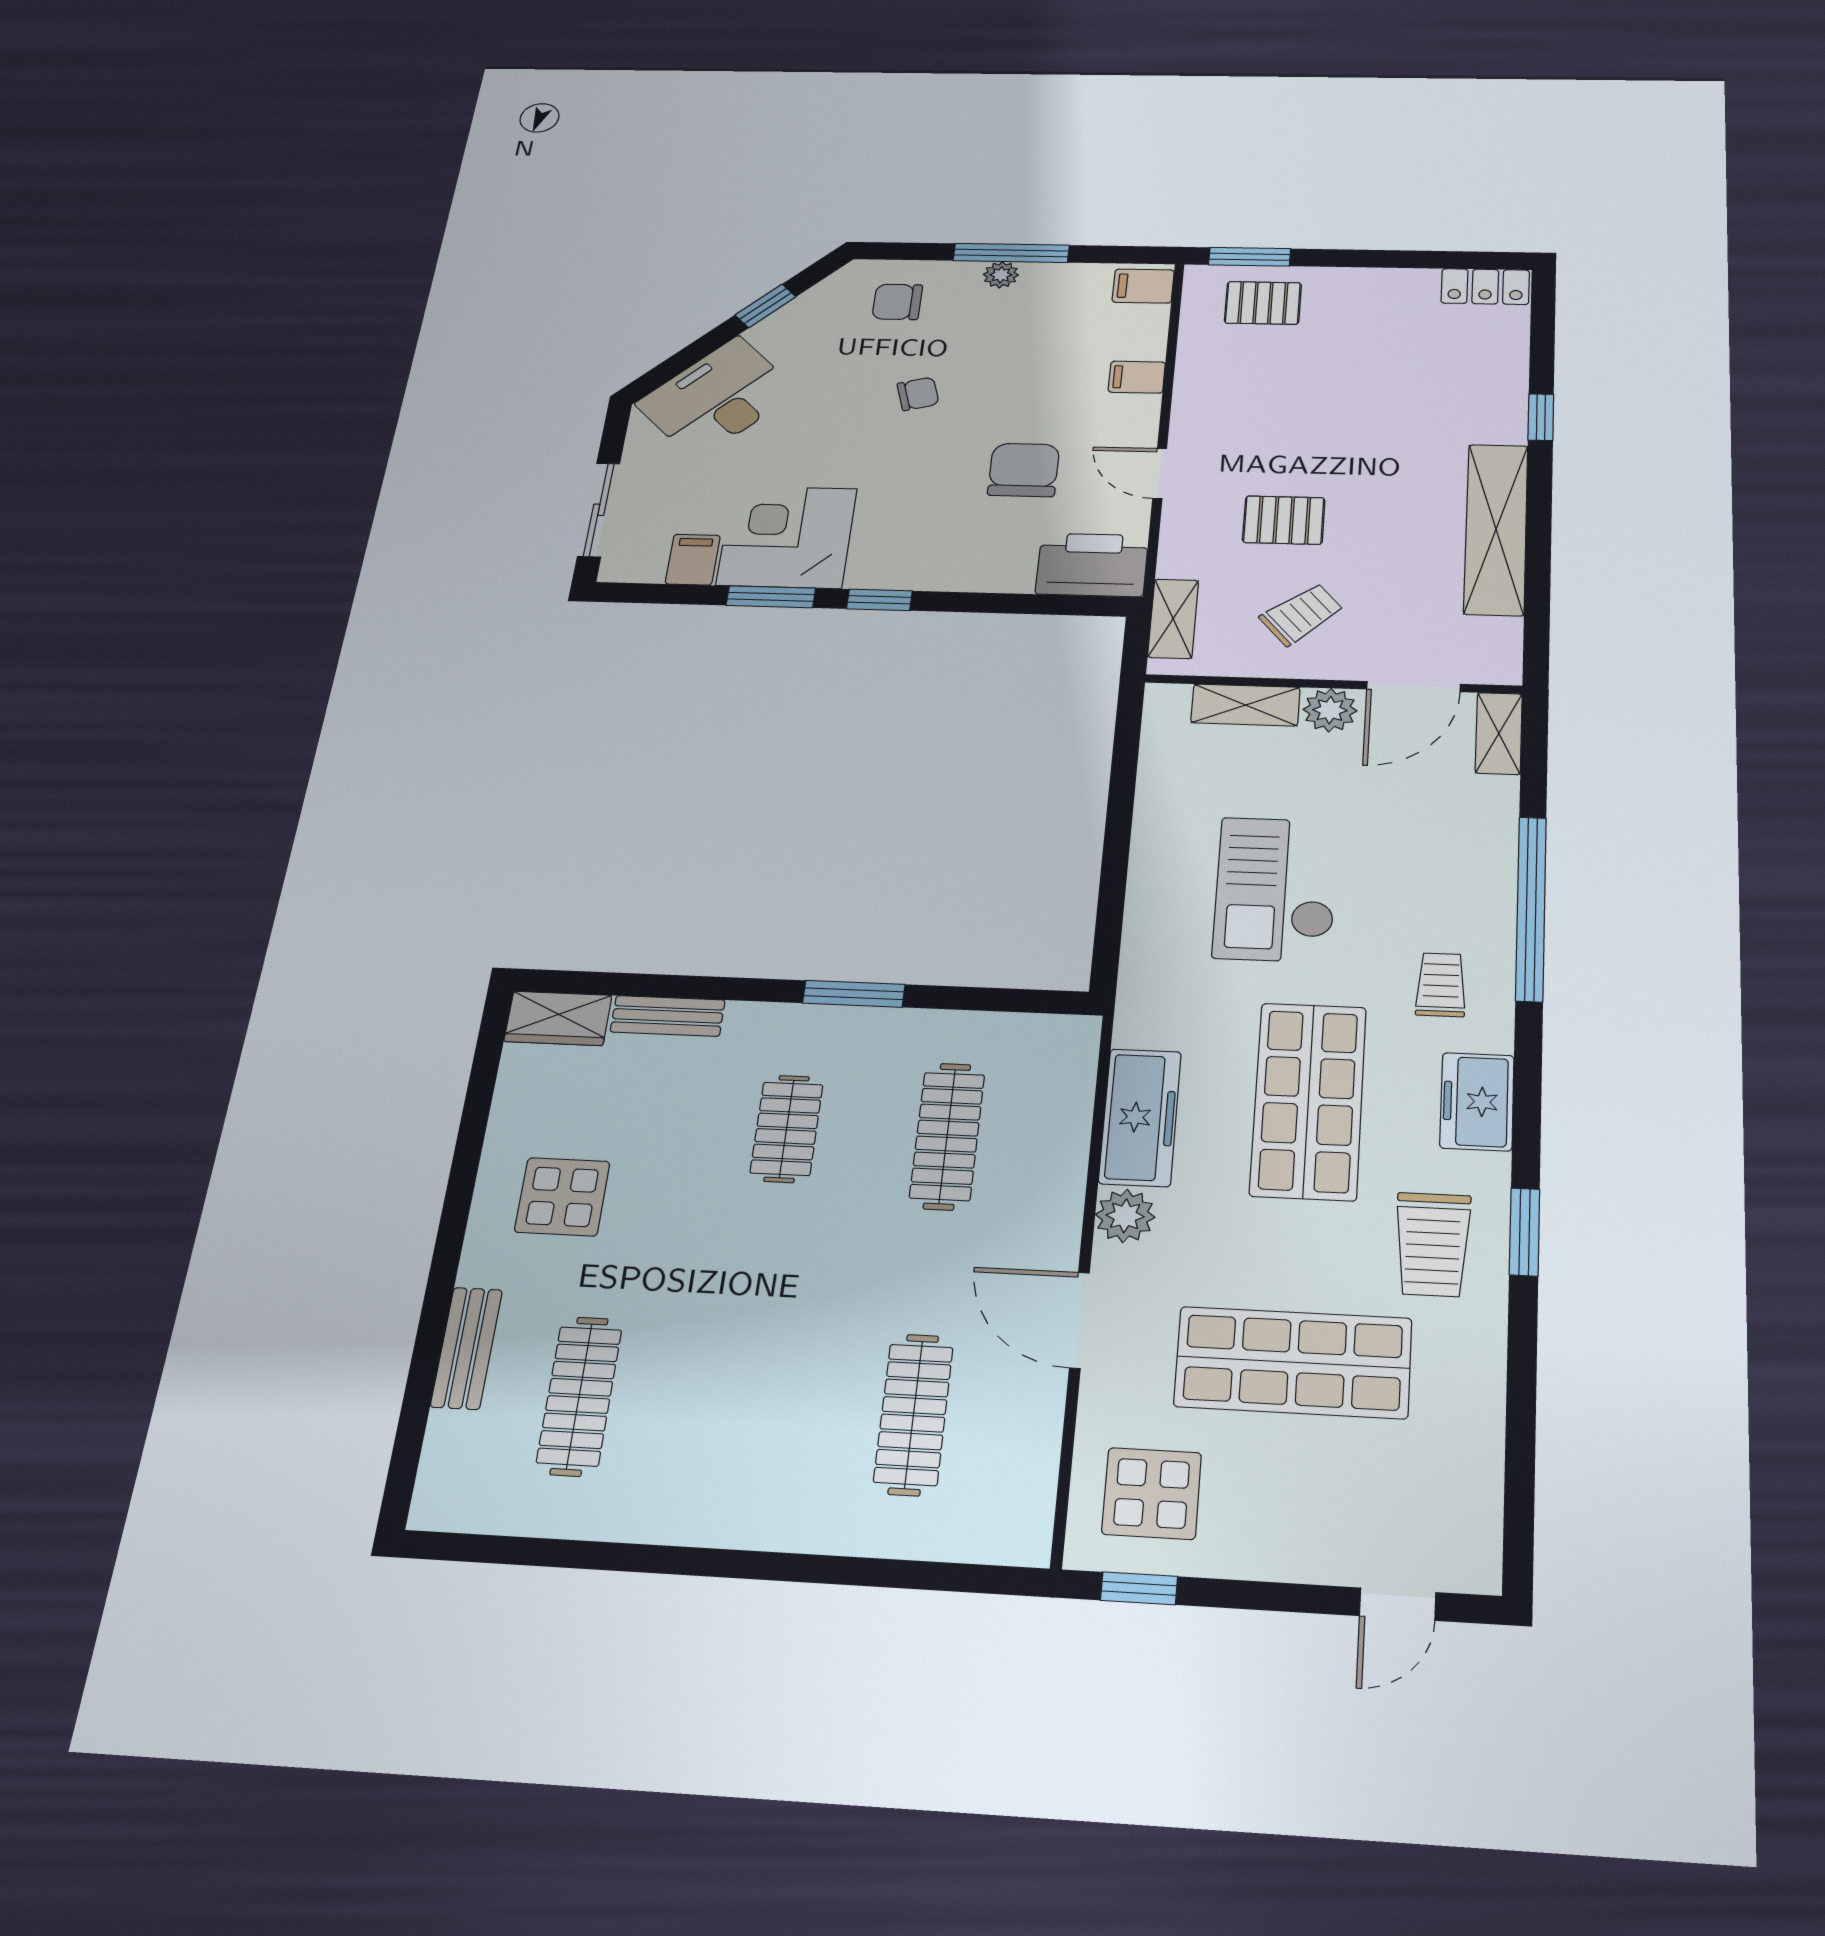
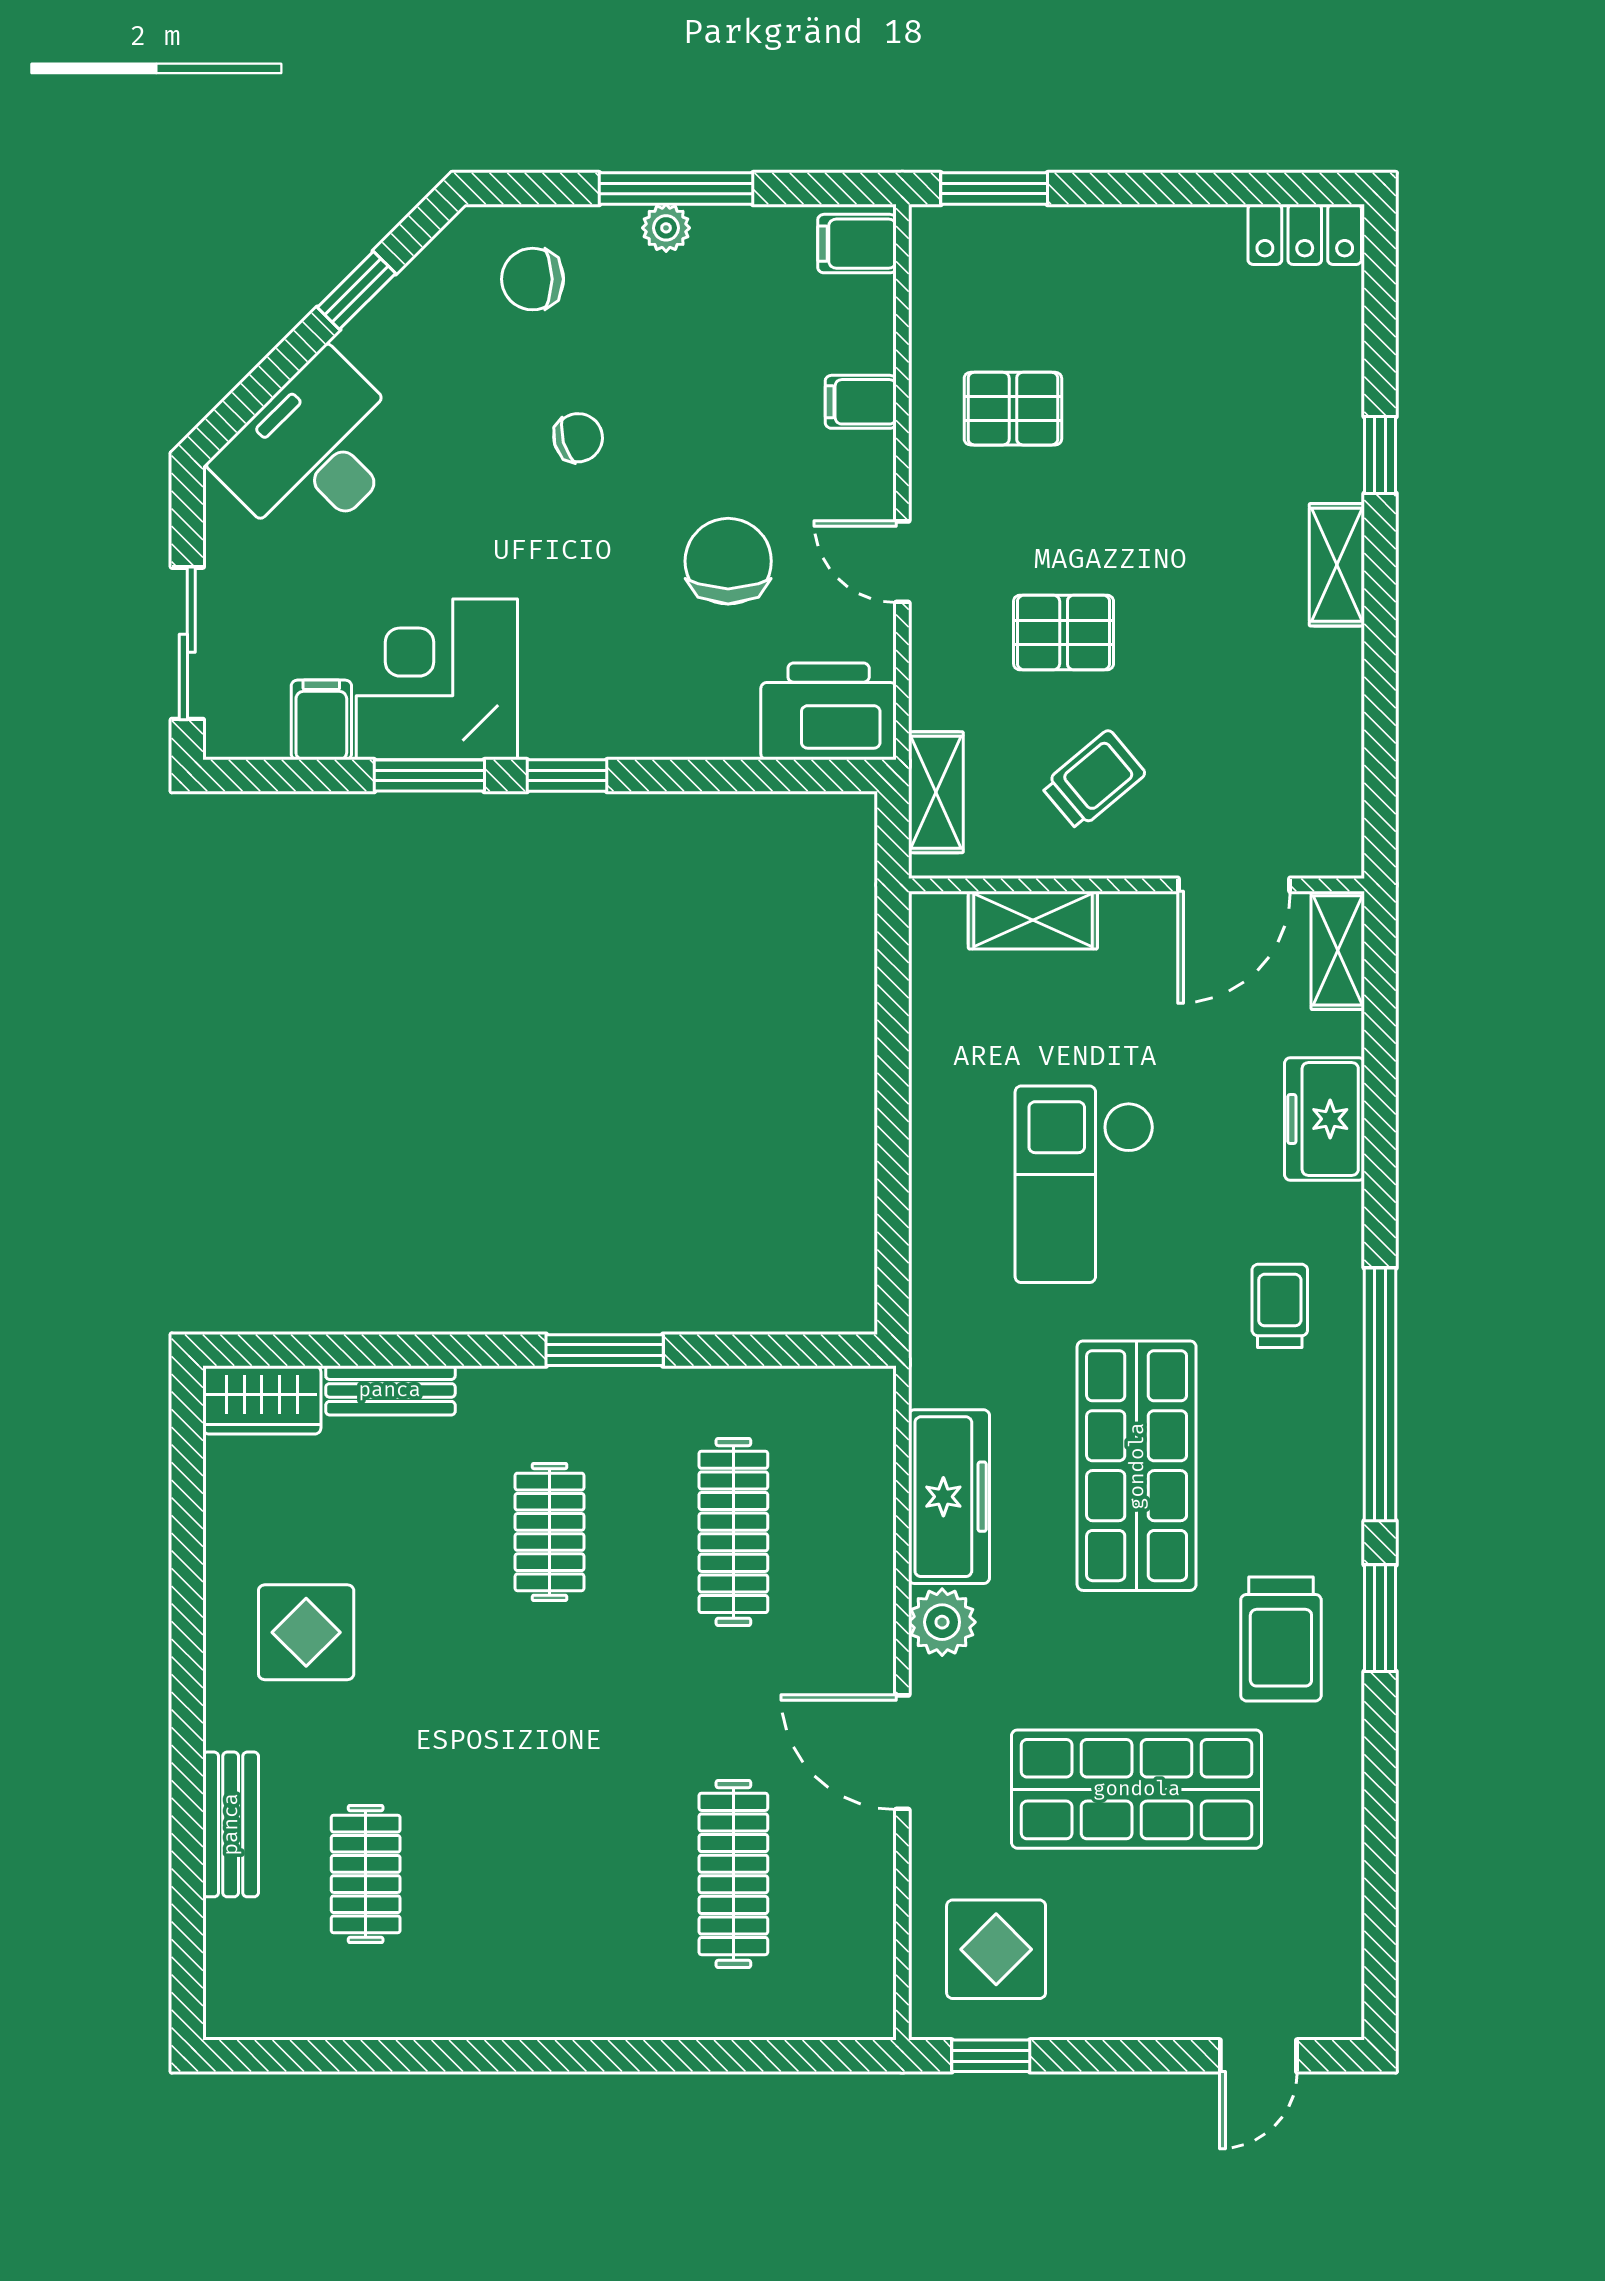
pallet: (1263, 303) -> (1013, 409), moved
shelving: (1496, 529) -> (1337, 565), width x0.45, depth x0.75
plant: (1330, 710) -> (1135, 924), removed
window: (1531, 908) -> (1380, 1394), moved
freezer: (1477, 1102) -> (1325, 1119), moved
clothes rail: (579, 1396) -> (366, 1874), width x0.73

